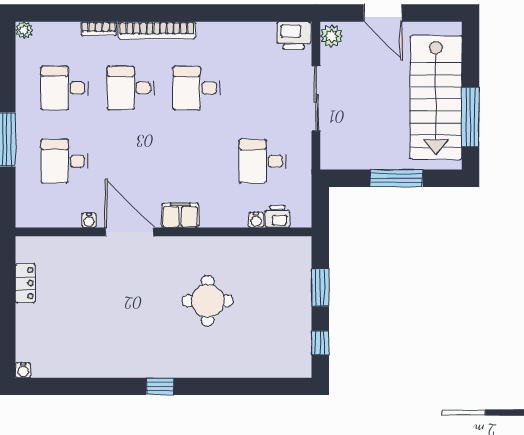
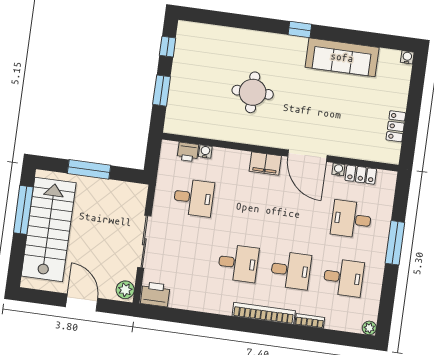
desk: (65, 161) -> (351, 219), turned 180
locker: (60, 218) -> (361, 175), added
sofa: (103, 359) -> (342, 57), added

